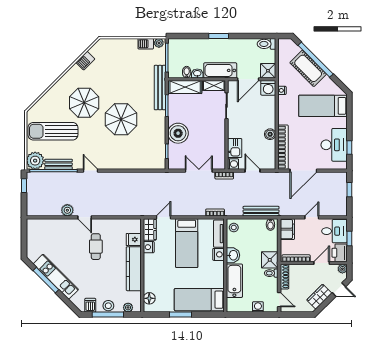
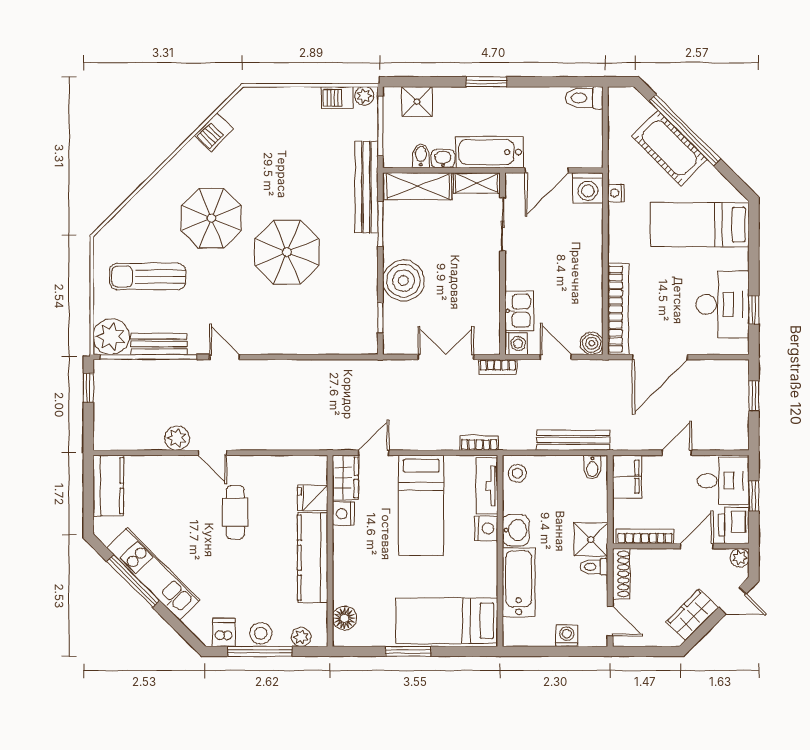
shower: (268, 71) -> (417, 102), moved
sun lounger: (53, 131) -> (148, 277), width x0.73, depth x0.75
boiler: (270, 134) -> (592, 343), moved
kitchen counter: (34, 233) -> (108, 486), added

